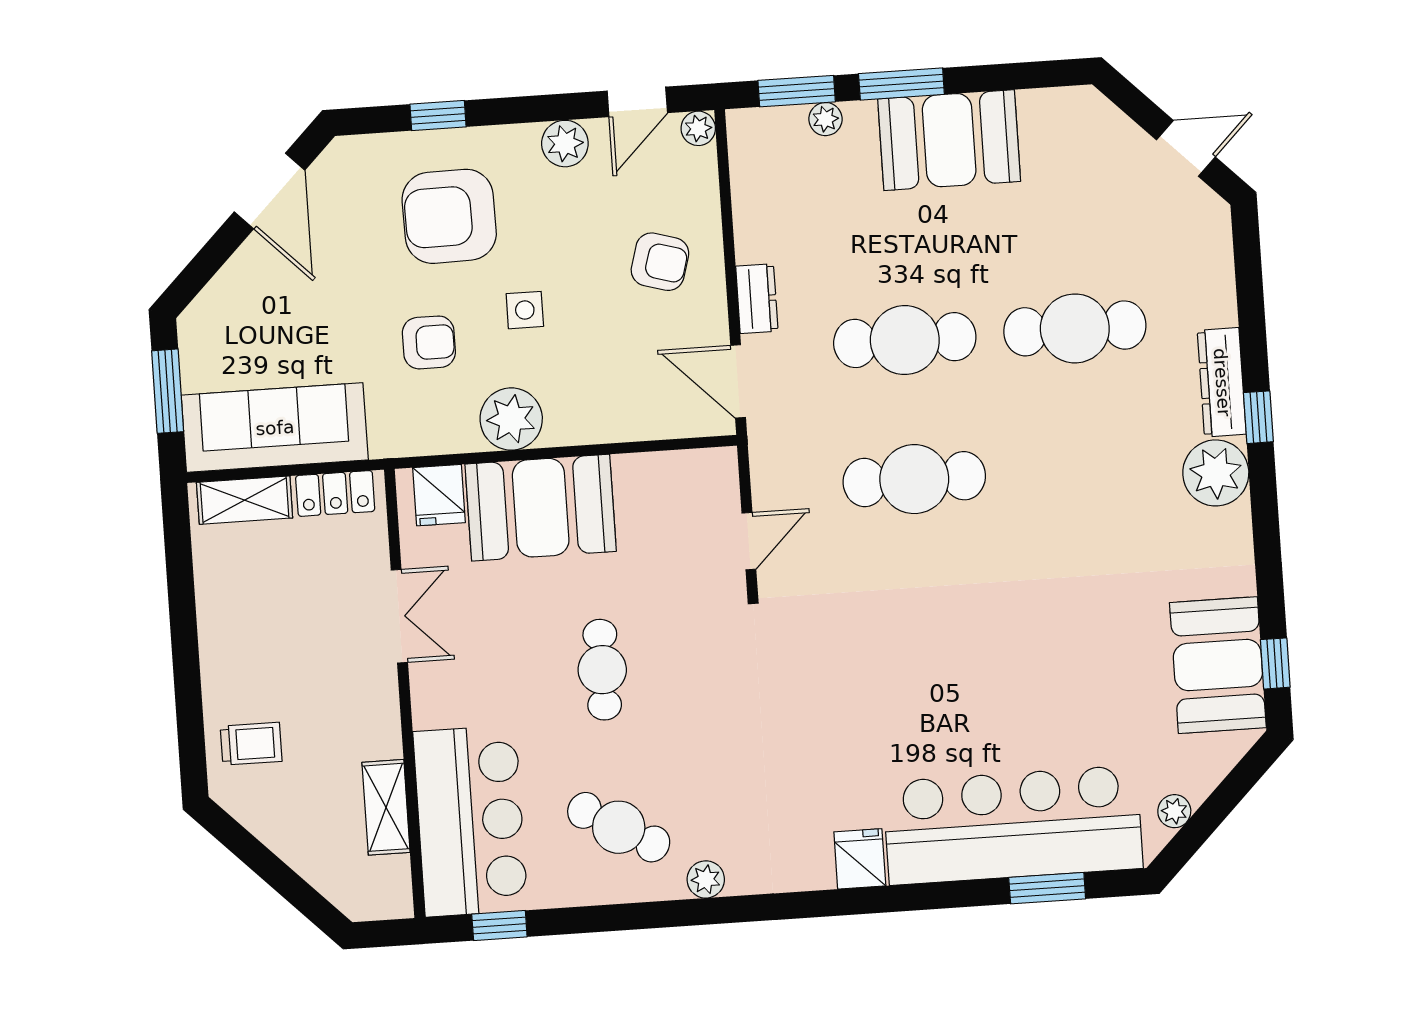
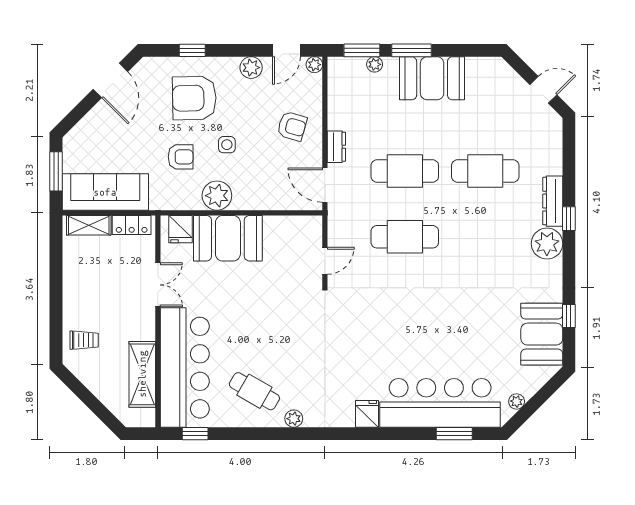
window: (1275, 663) -> (569, 316), moved
cafe table: (602, 670) -> (252, 317), removed
shelving: (386, 807) -> (142, 374), width x1.50, depth x1.33
bar counter: (470, 821) -> (185, 368), width x1.36

